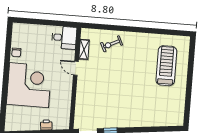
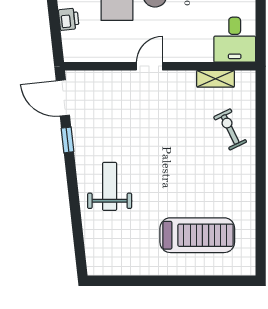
door: (76, 68) -> (149, 66), moved
weight bench: (137, 110) -> (110, 186), added

